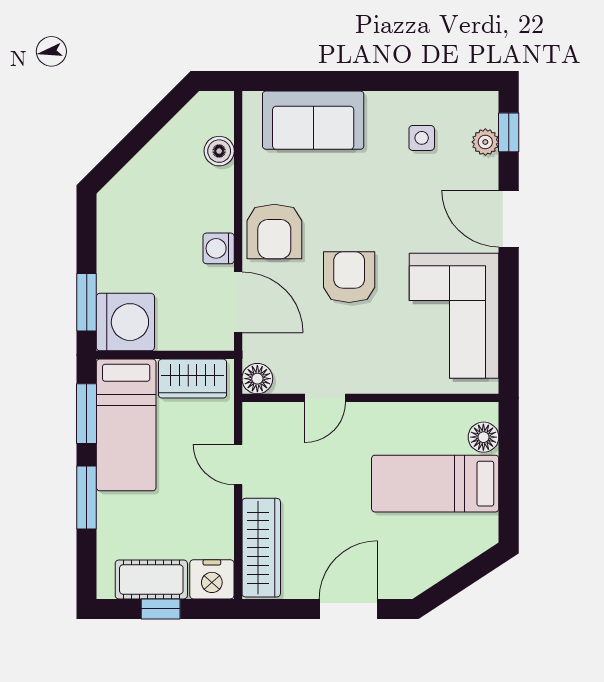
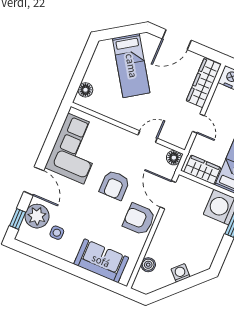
plant: (485, 142) -> (37, 216), width x1.87, depth x1.87
armchair: (274, 231) -> (139, 219), turned -90
washing machine: (219, 248) -> (180, 273), moved, turned -135
bed: (435, 484) -> (131, 66), moved, turned 57

